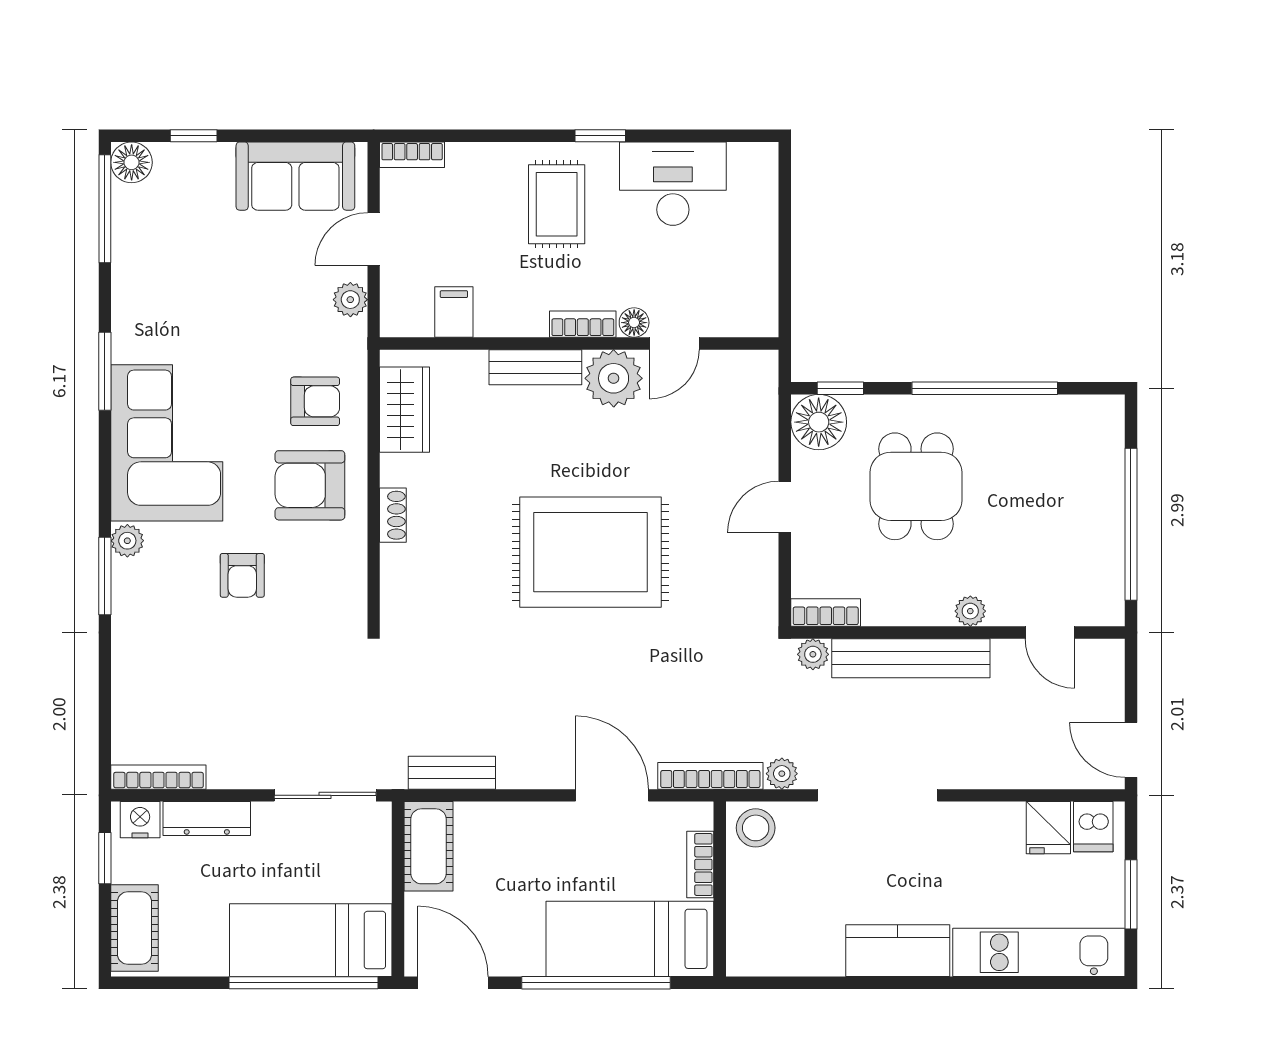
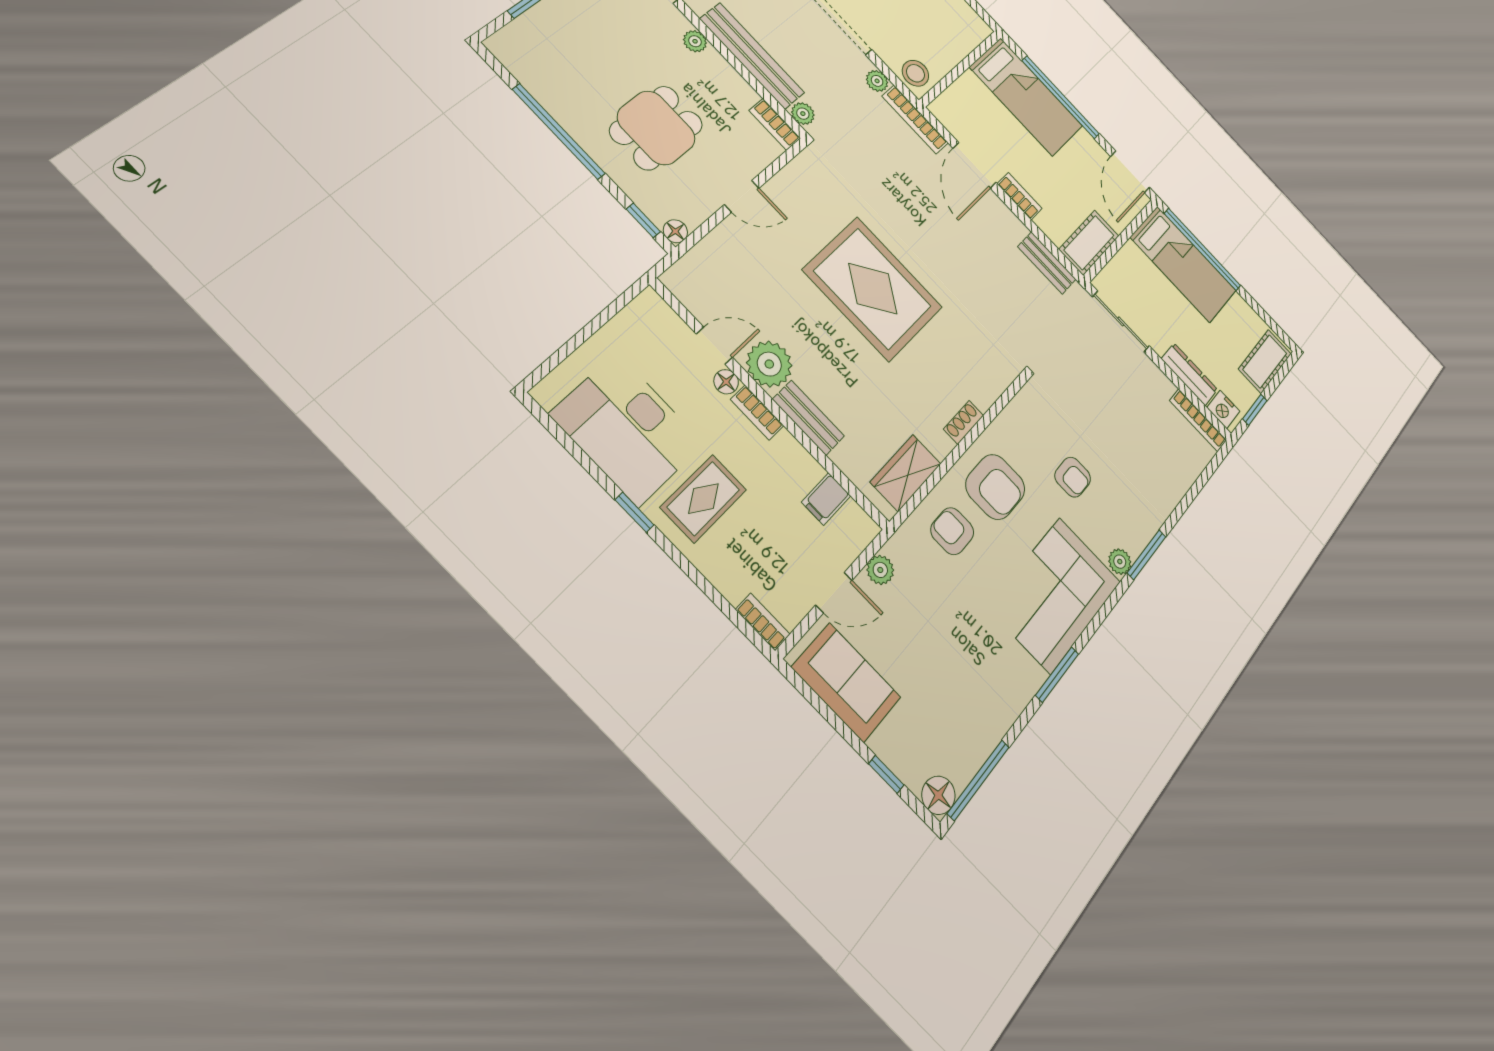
desk: (673, 184) -> (627, 429), width x1.36, depth x1.30
floor lamp: (819, 422) -> (675, 231), width x0.53, depth x0.53
armchair: (242, 575) -> (1073, 477), turned 90
bookcase: (700, 864) -> (1020, 196), moved, turned -90

